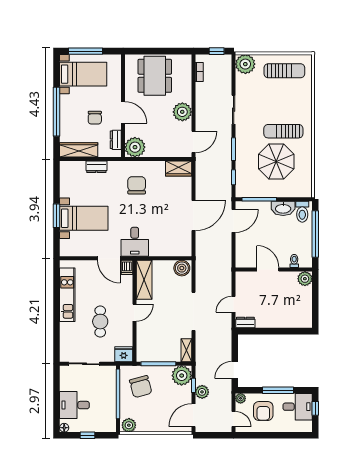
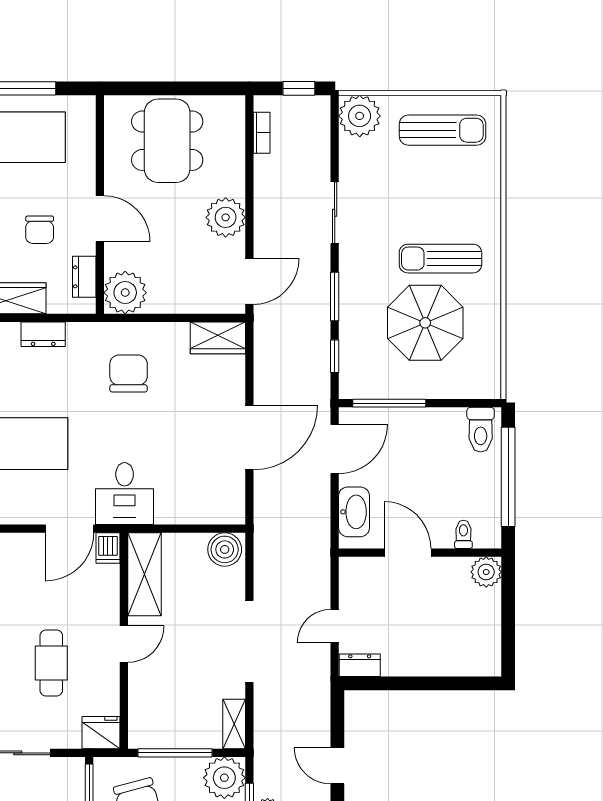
washbasin: (283, 208) -> (354, 512), moved, turned -90
door: (109, 258) -> (70, 529), hinge flipped
door: (235, 370) -> (337, 766), hinge flipped

